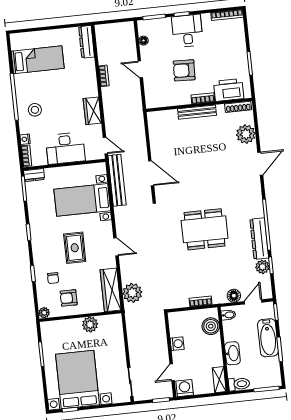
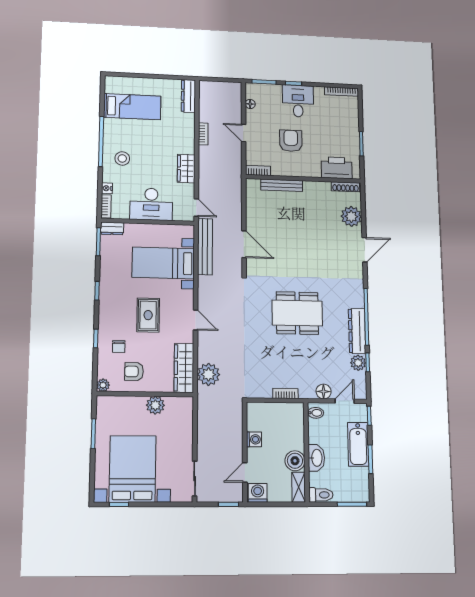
armchair: (184, 70) -> (291, 141), turned 88
bookcase: (203, 98) -> (258, 170), moved
bench: (197, 112) -> (282, 185), moved
boiler: (211, 326) -> (295, 461), moved

